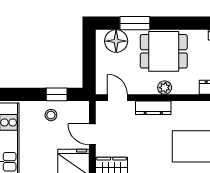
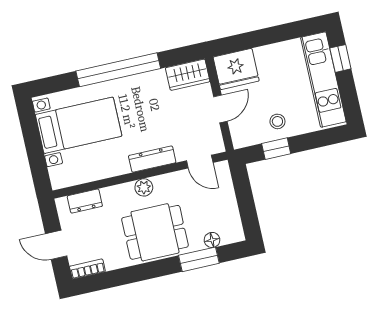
floor lamp: (116, 41) -> (212, 240), width x0.53, depth x0.53
door: (92, 134) -> (220, 109), hinge flipped

